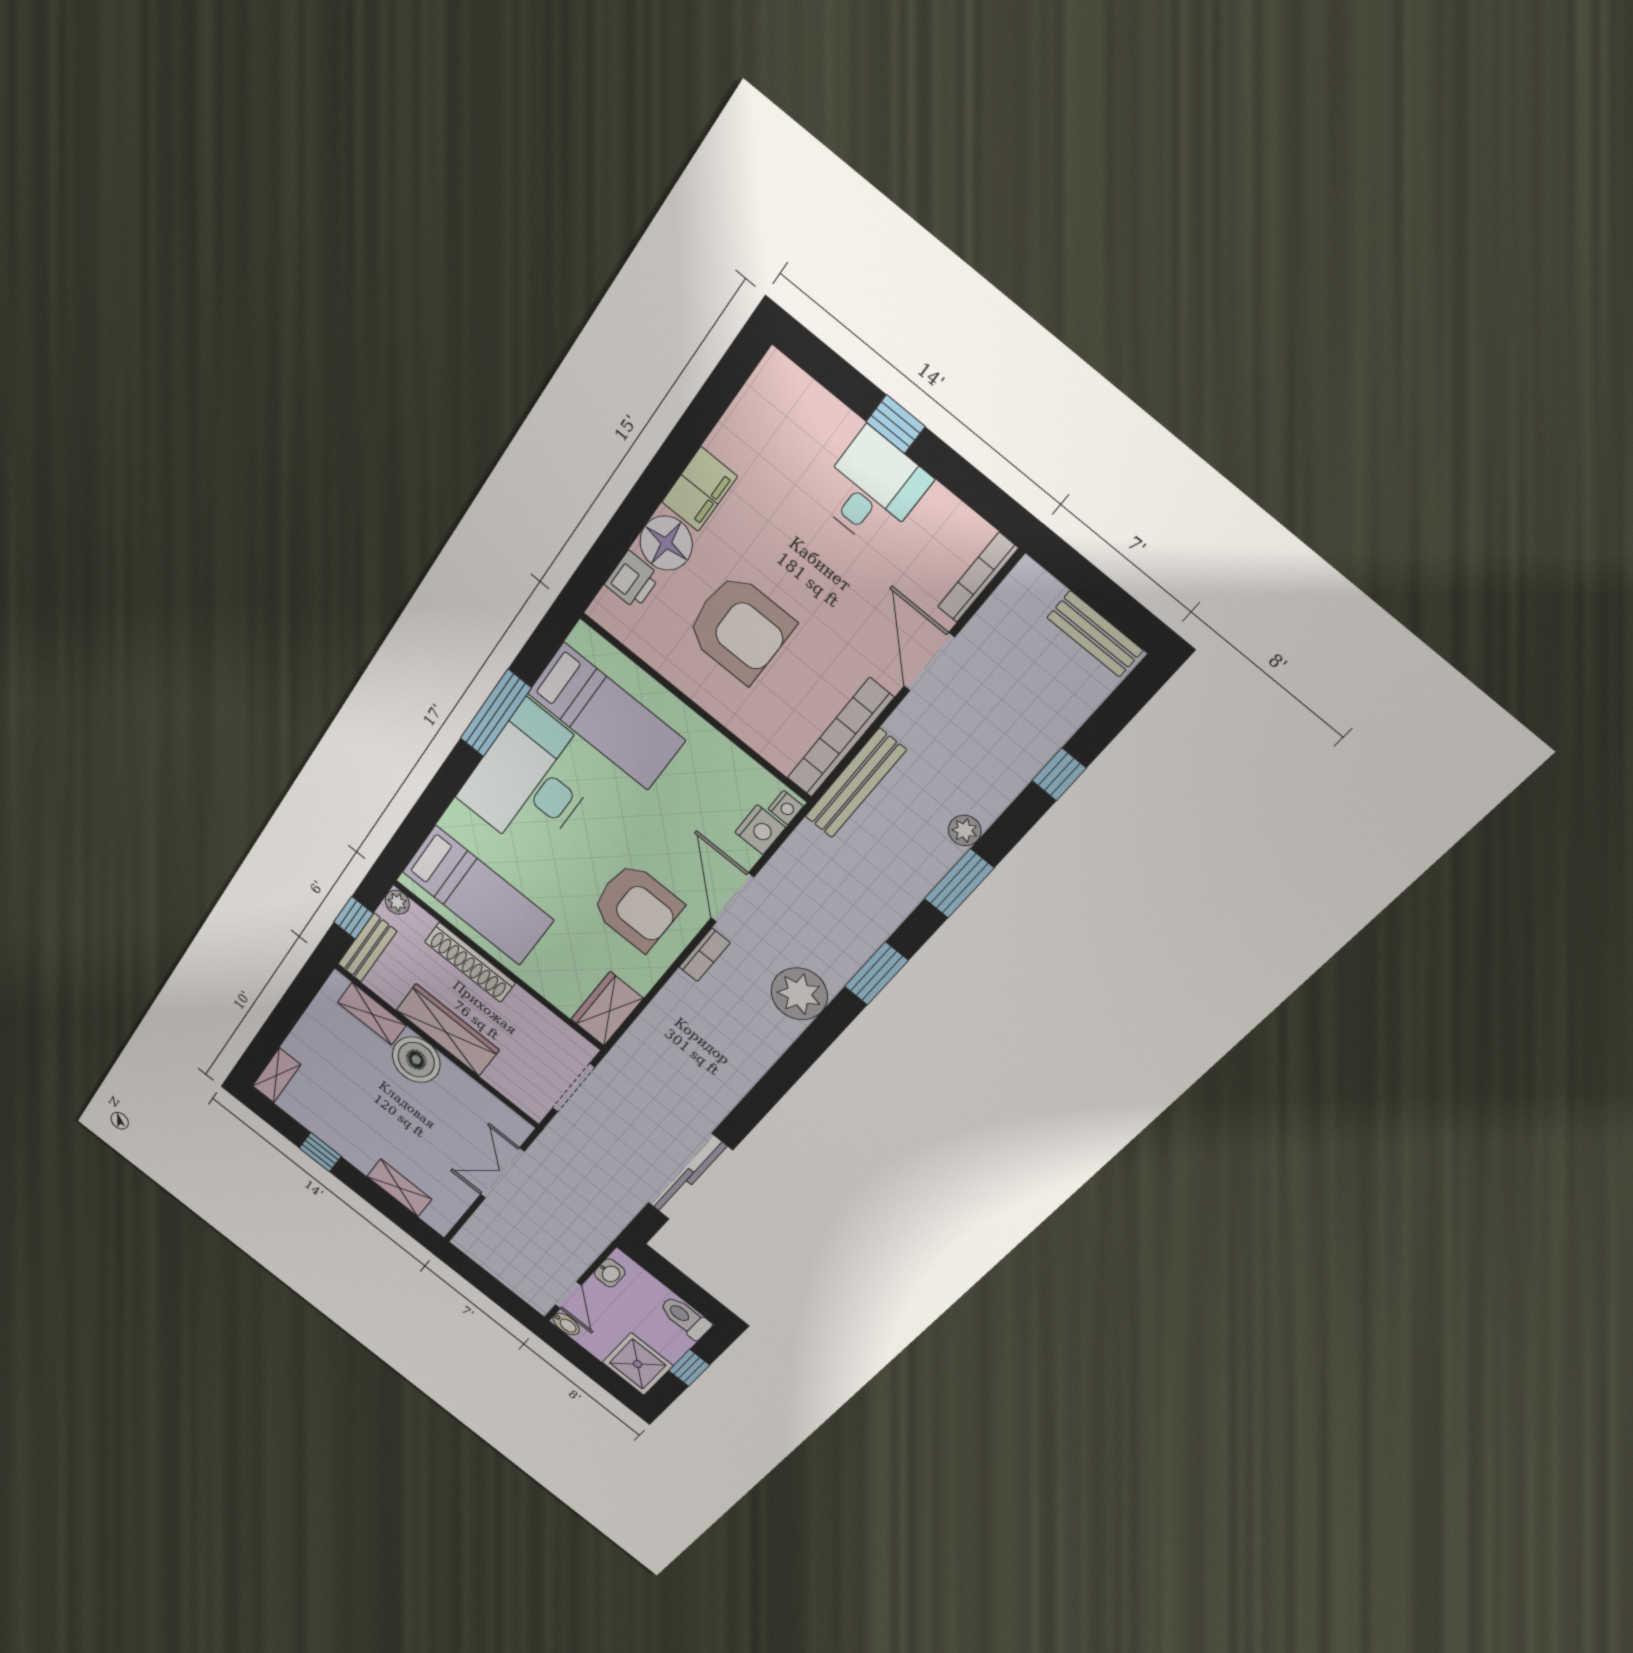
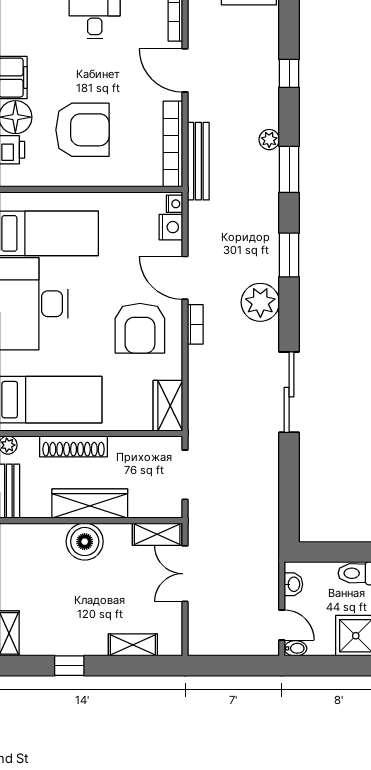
armchair: (637, 907) -> (140, 328), turned 90
shelving: (372, 1014) -> (157, 534), moved
sliding door: (690, 1177) -> (289, 392), moved

